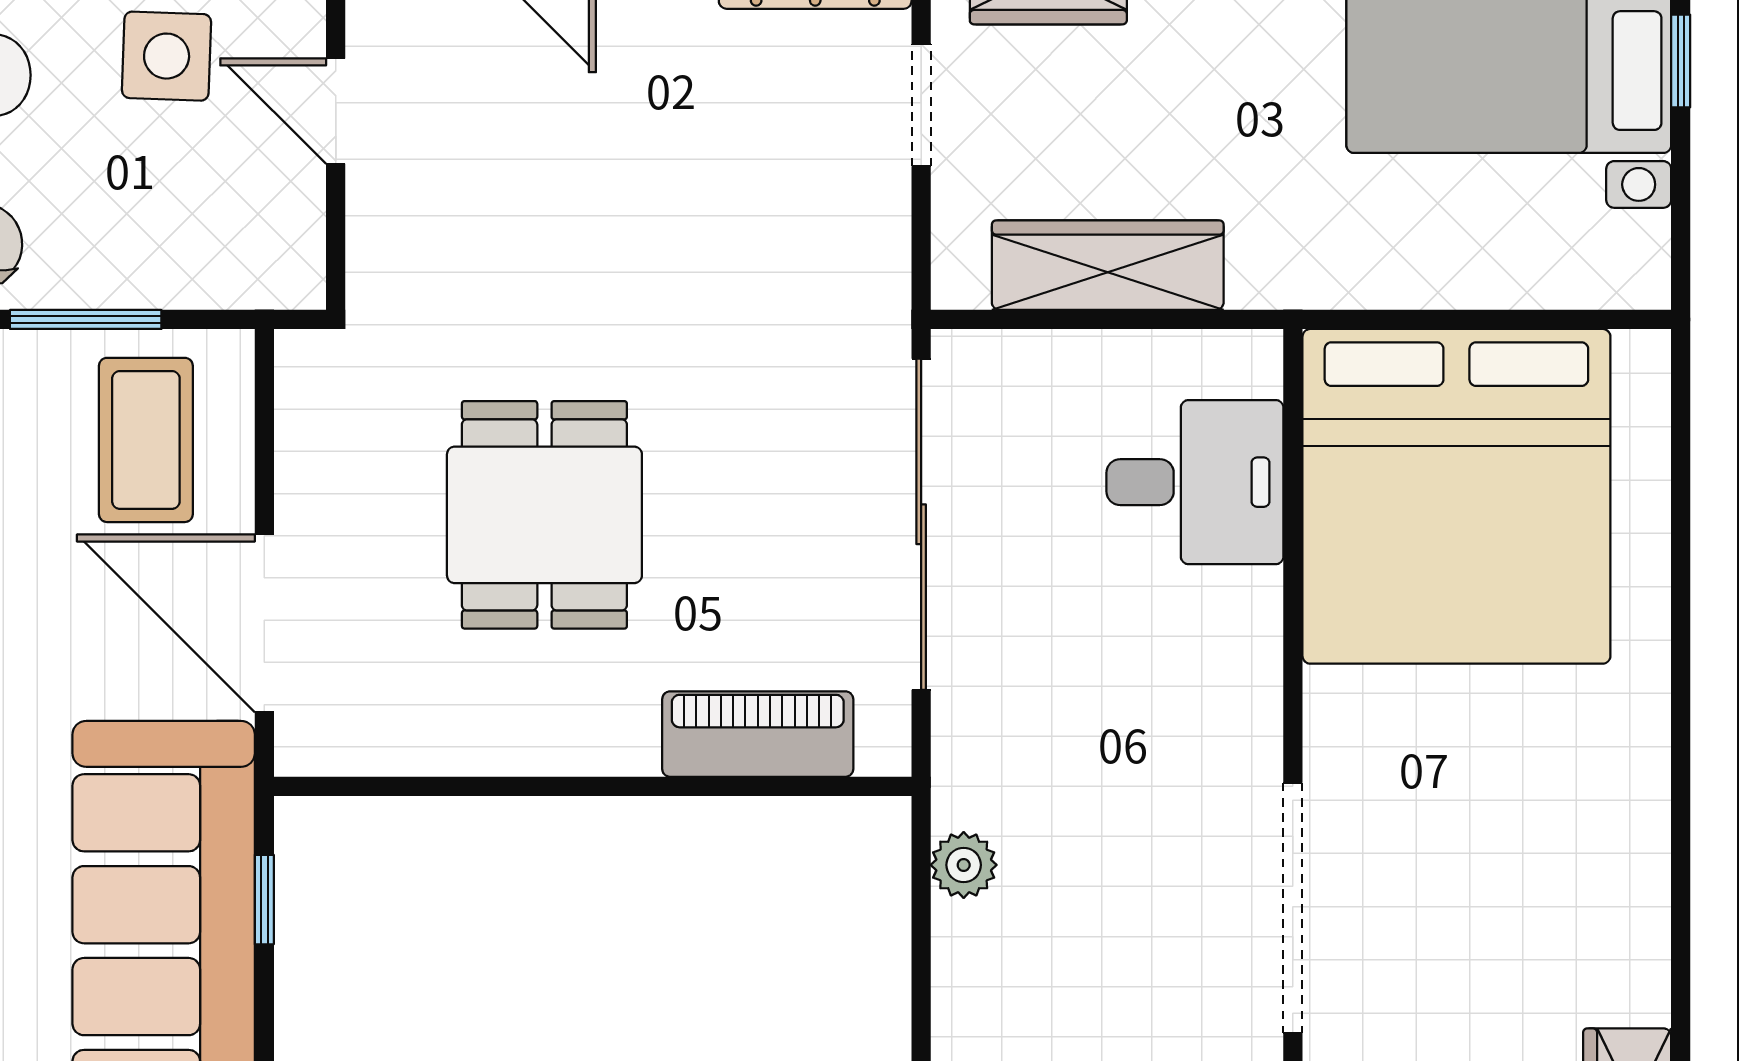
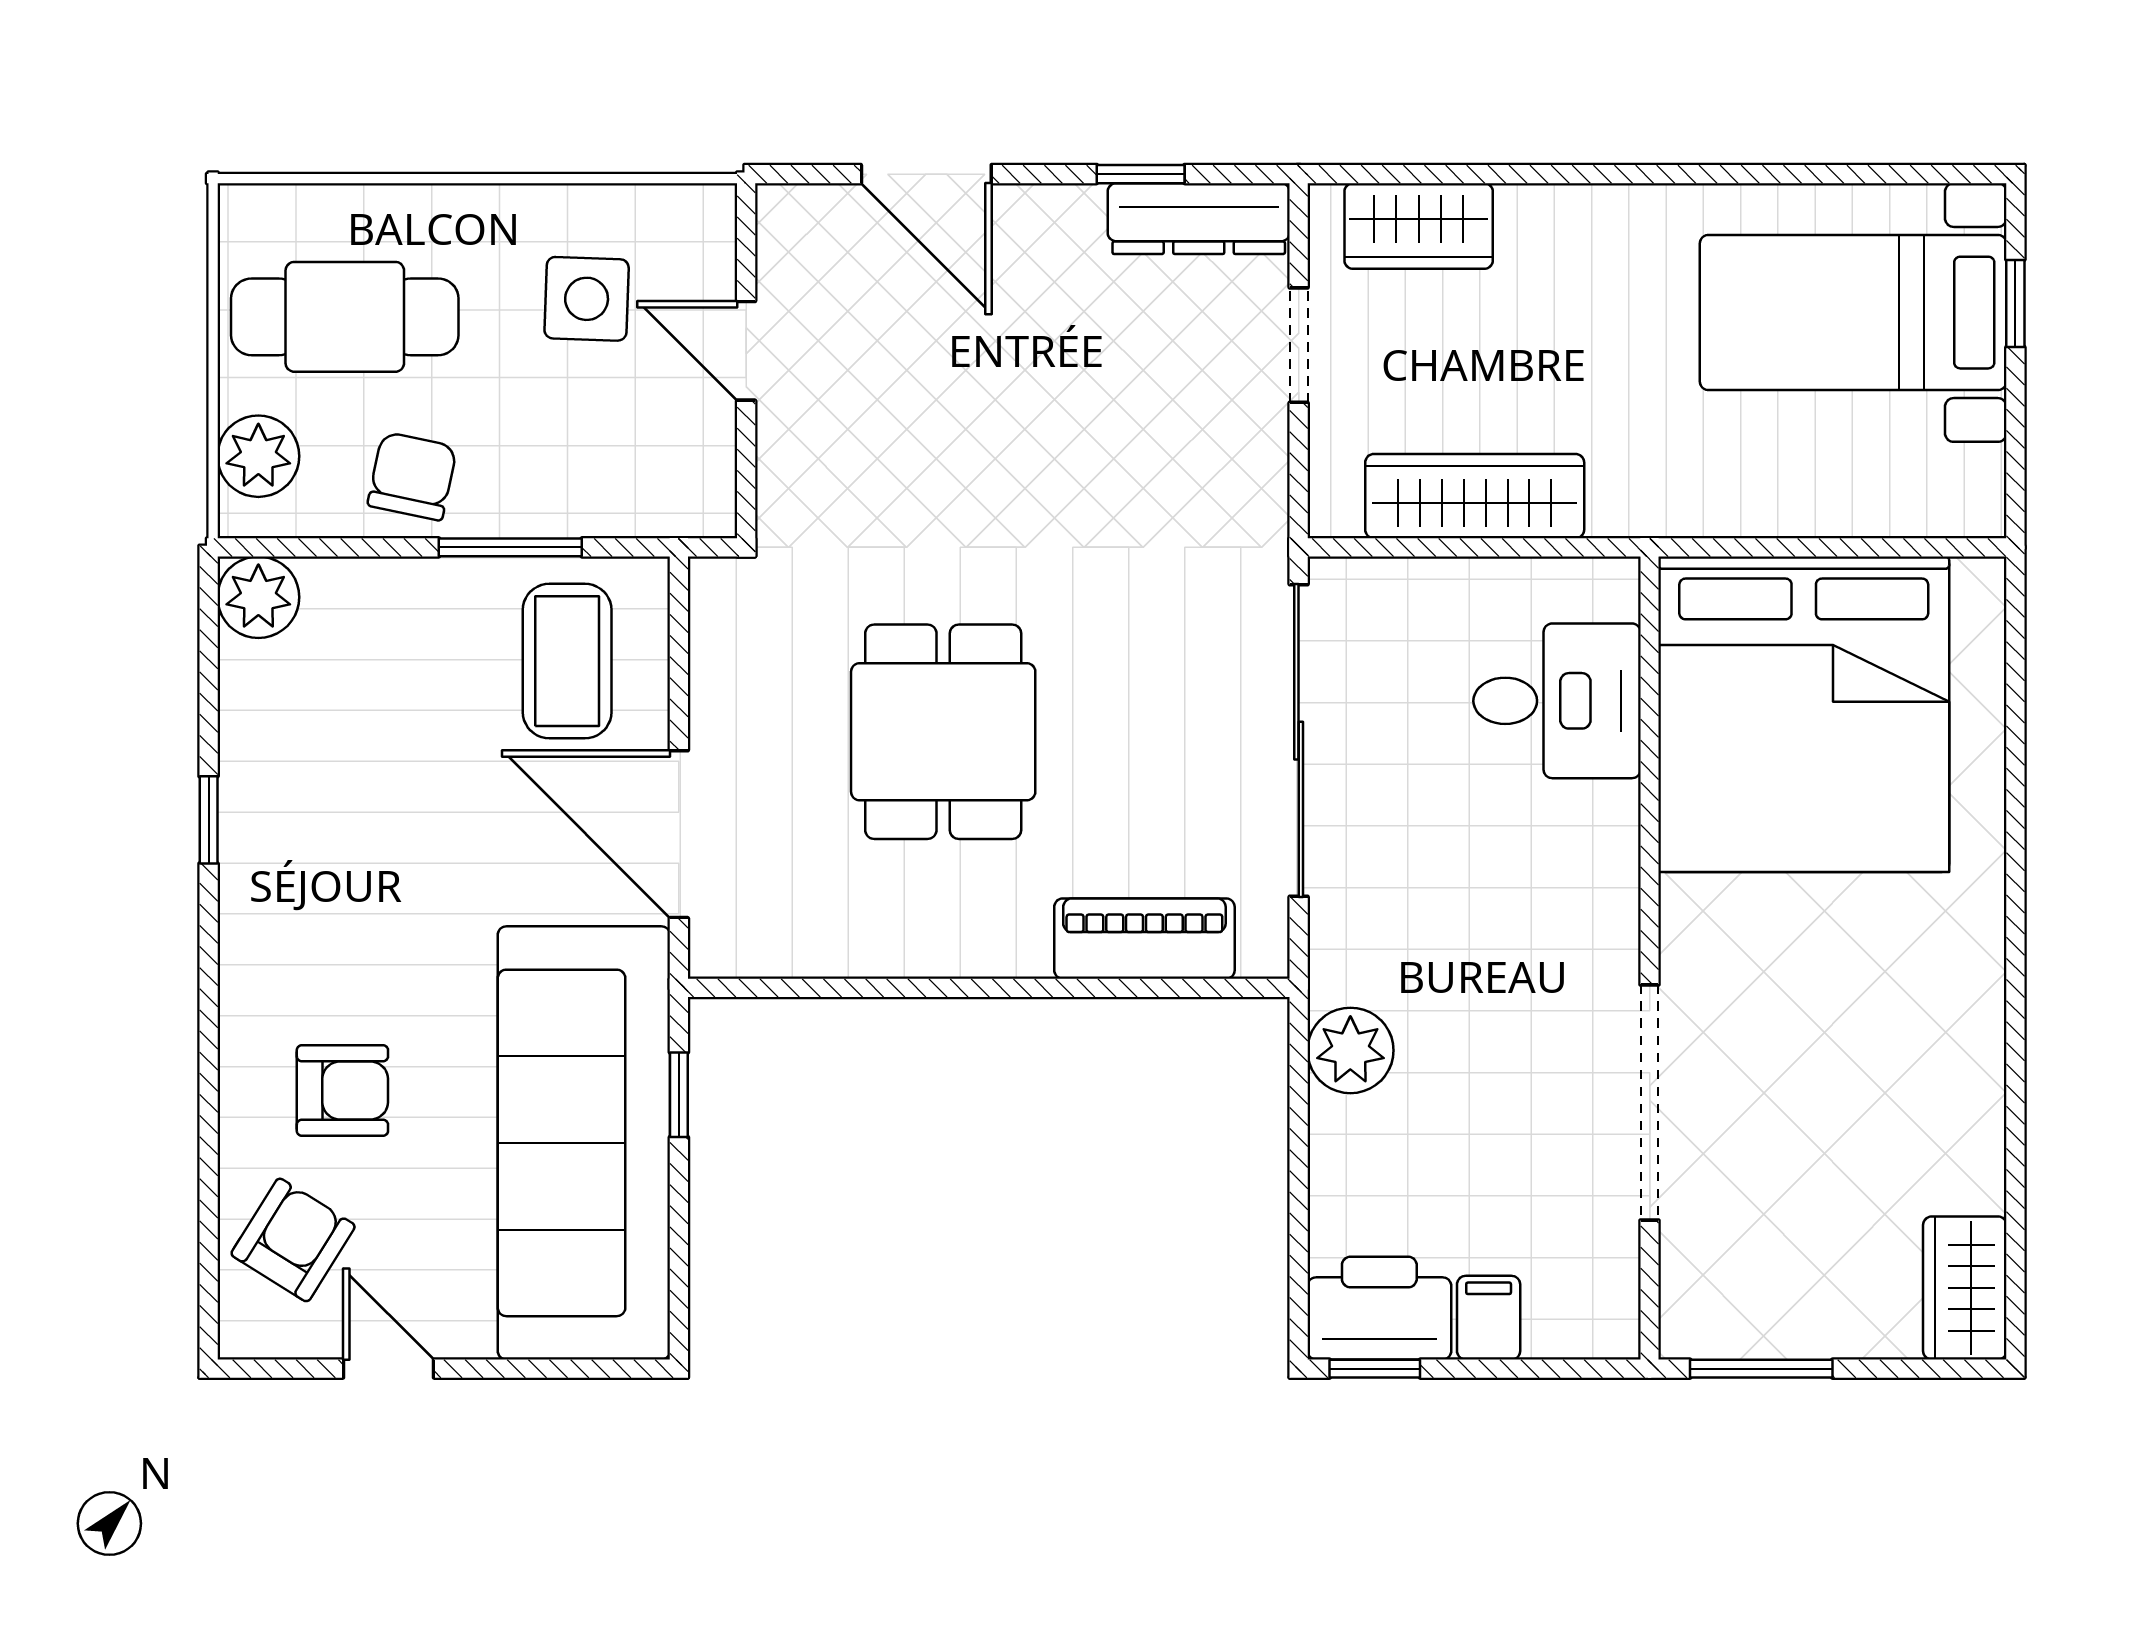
plant: (964, 865) -> (1350, 1050), width x1.38, depth x1.38

